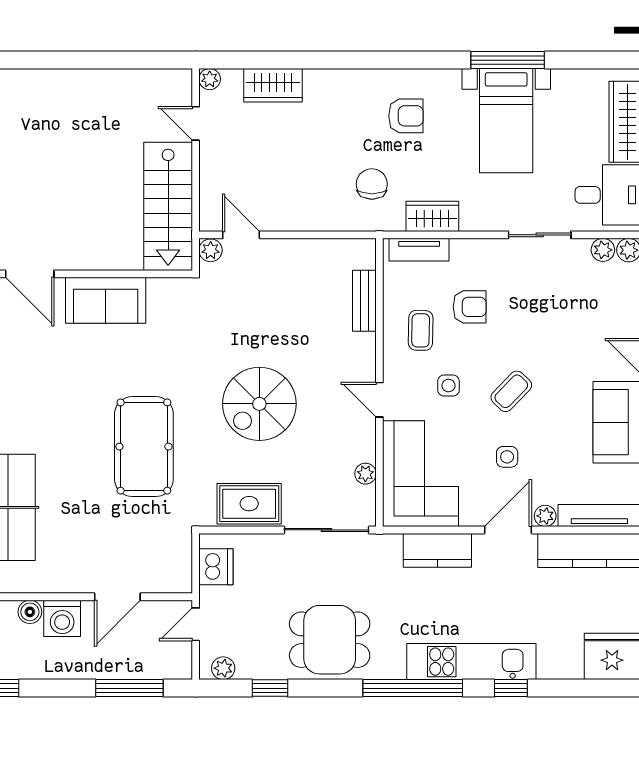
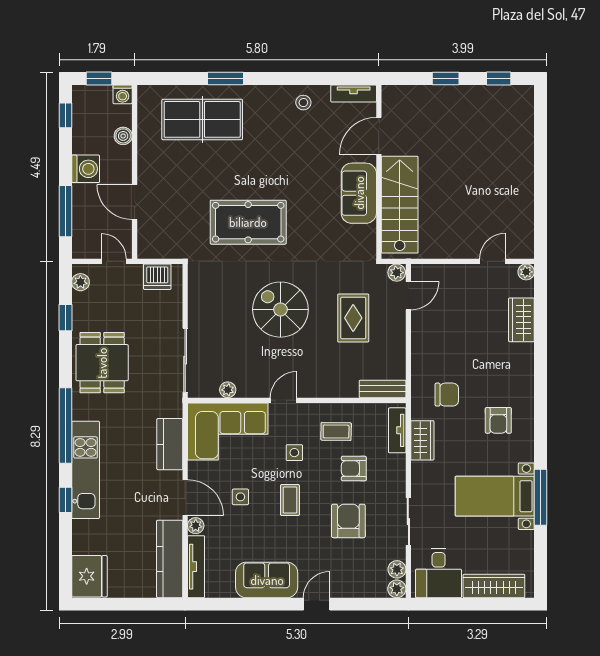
stairs: (168, 206) -> (400, 205), moved, turned 90
bench: (364, 301) -> (383, 389), moved
armchair: (470, 307) -> (354, 469), turned 90
armchair: (539, 314) -> (348, 521), added
coffee table: (511, 391) -> (290, 500), turned 46
rug: (249, 504) -> (353, 318), moved
washing machine: (62, 618) -> (86, 169), moved, turned 180

